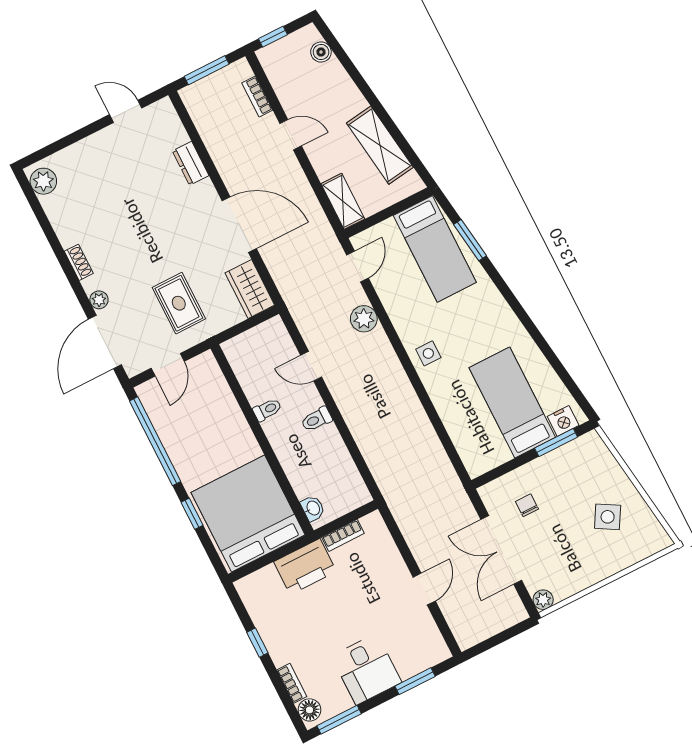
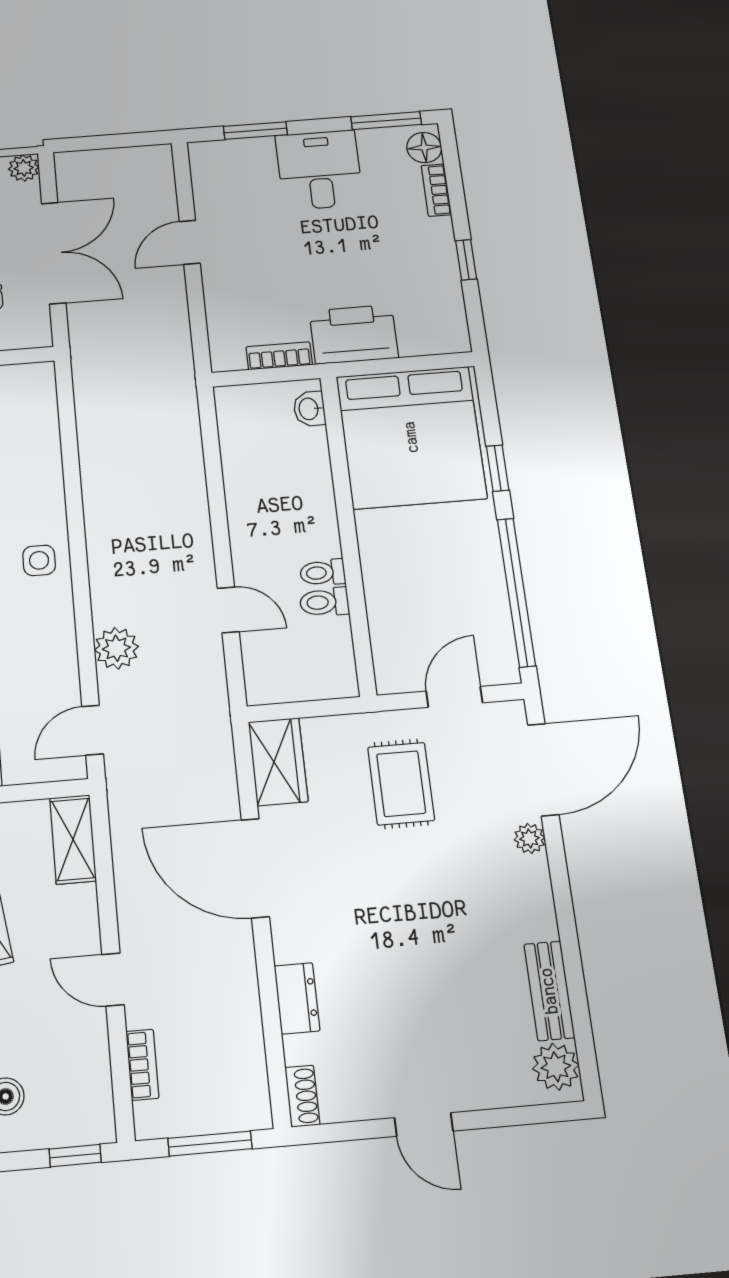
door: (126, 111) -> (424, 1124), moved
bench: (60, 220) -> (549, 991), added
shoe rack: (79, 262) -> (302, 1096), moved, turned 180
toilet: (317, 419) -> (324, 602), moved, turned 180

